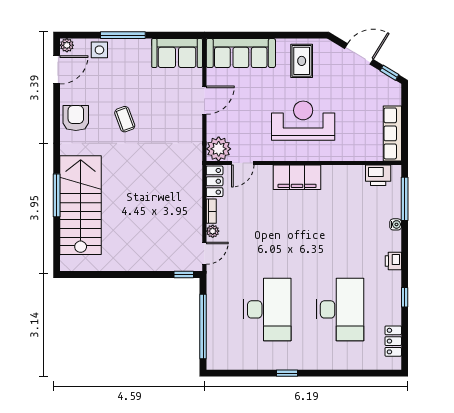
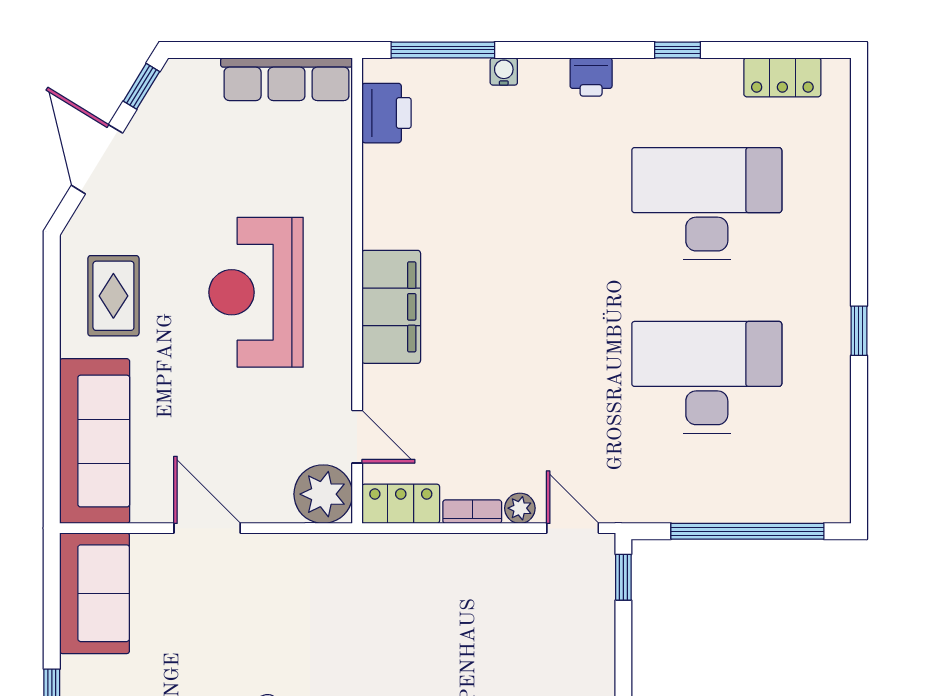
rug: (302, 61) -> (113, 296), turned 90

